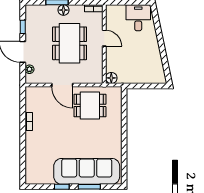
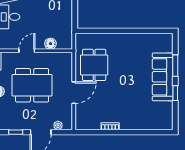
floor lamp: (111, 78) -> (50, 44), moved
sofa: (87, 171) -> (163, 77), width x0.74, depth x0.79

